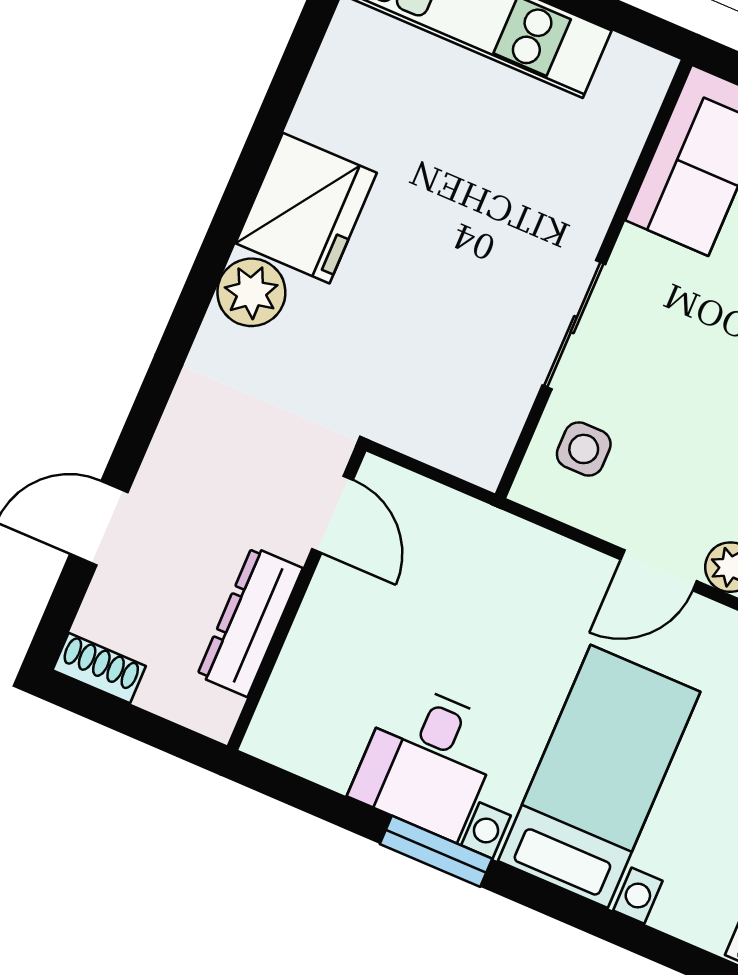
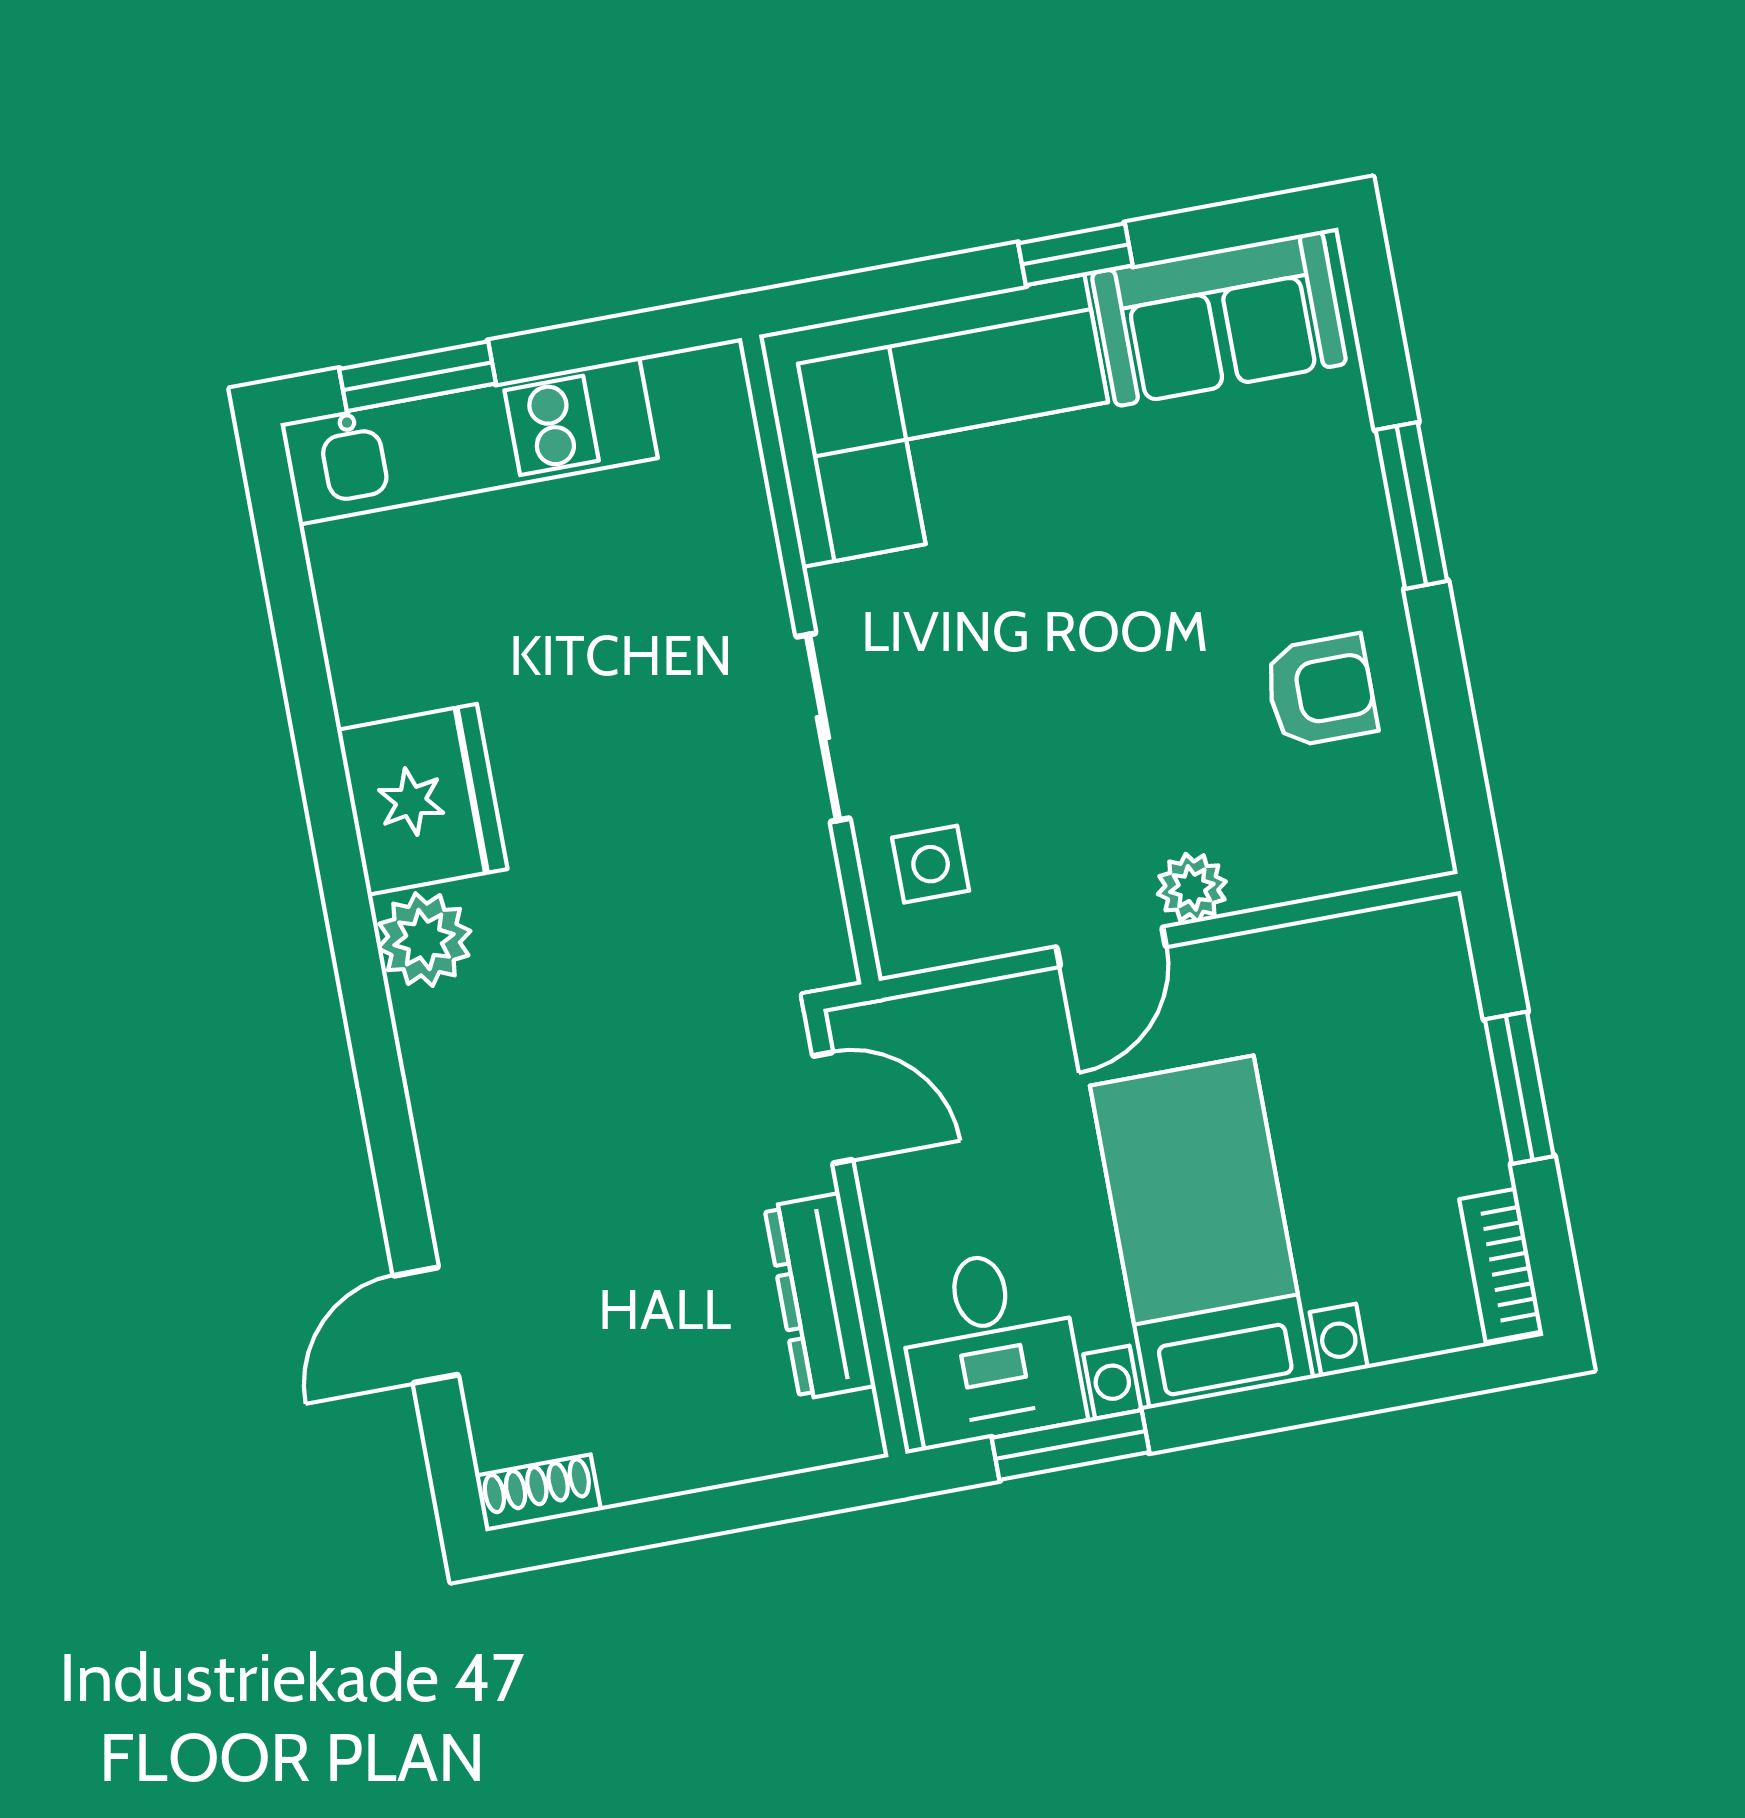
door: (333, 514) -> (833, 1108), moved
wall: (297, 598) -> (856, 1233), moved
dresser: (250, 622) -> (820, 1296), moved

